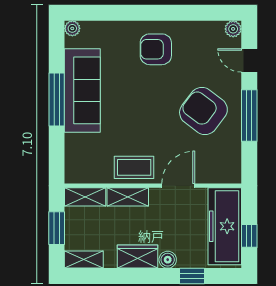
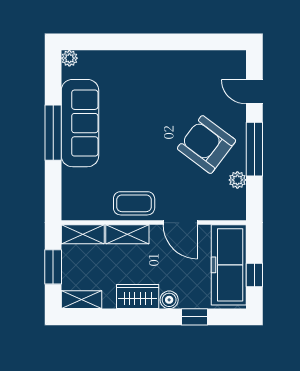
plant: (233, 29) -> (237, 180), moved
armchair: (156, 49) -> (157, 80), removed
door: (178, 186) -> (180, 223), swing flipped

